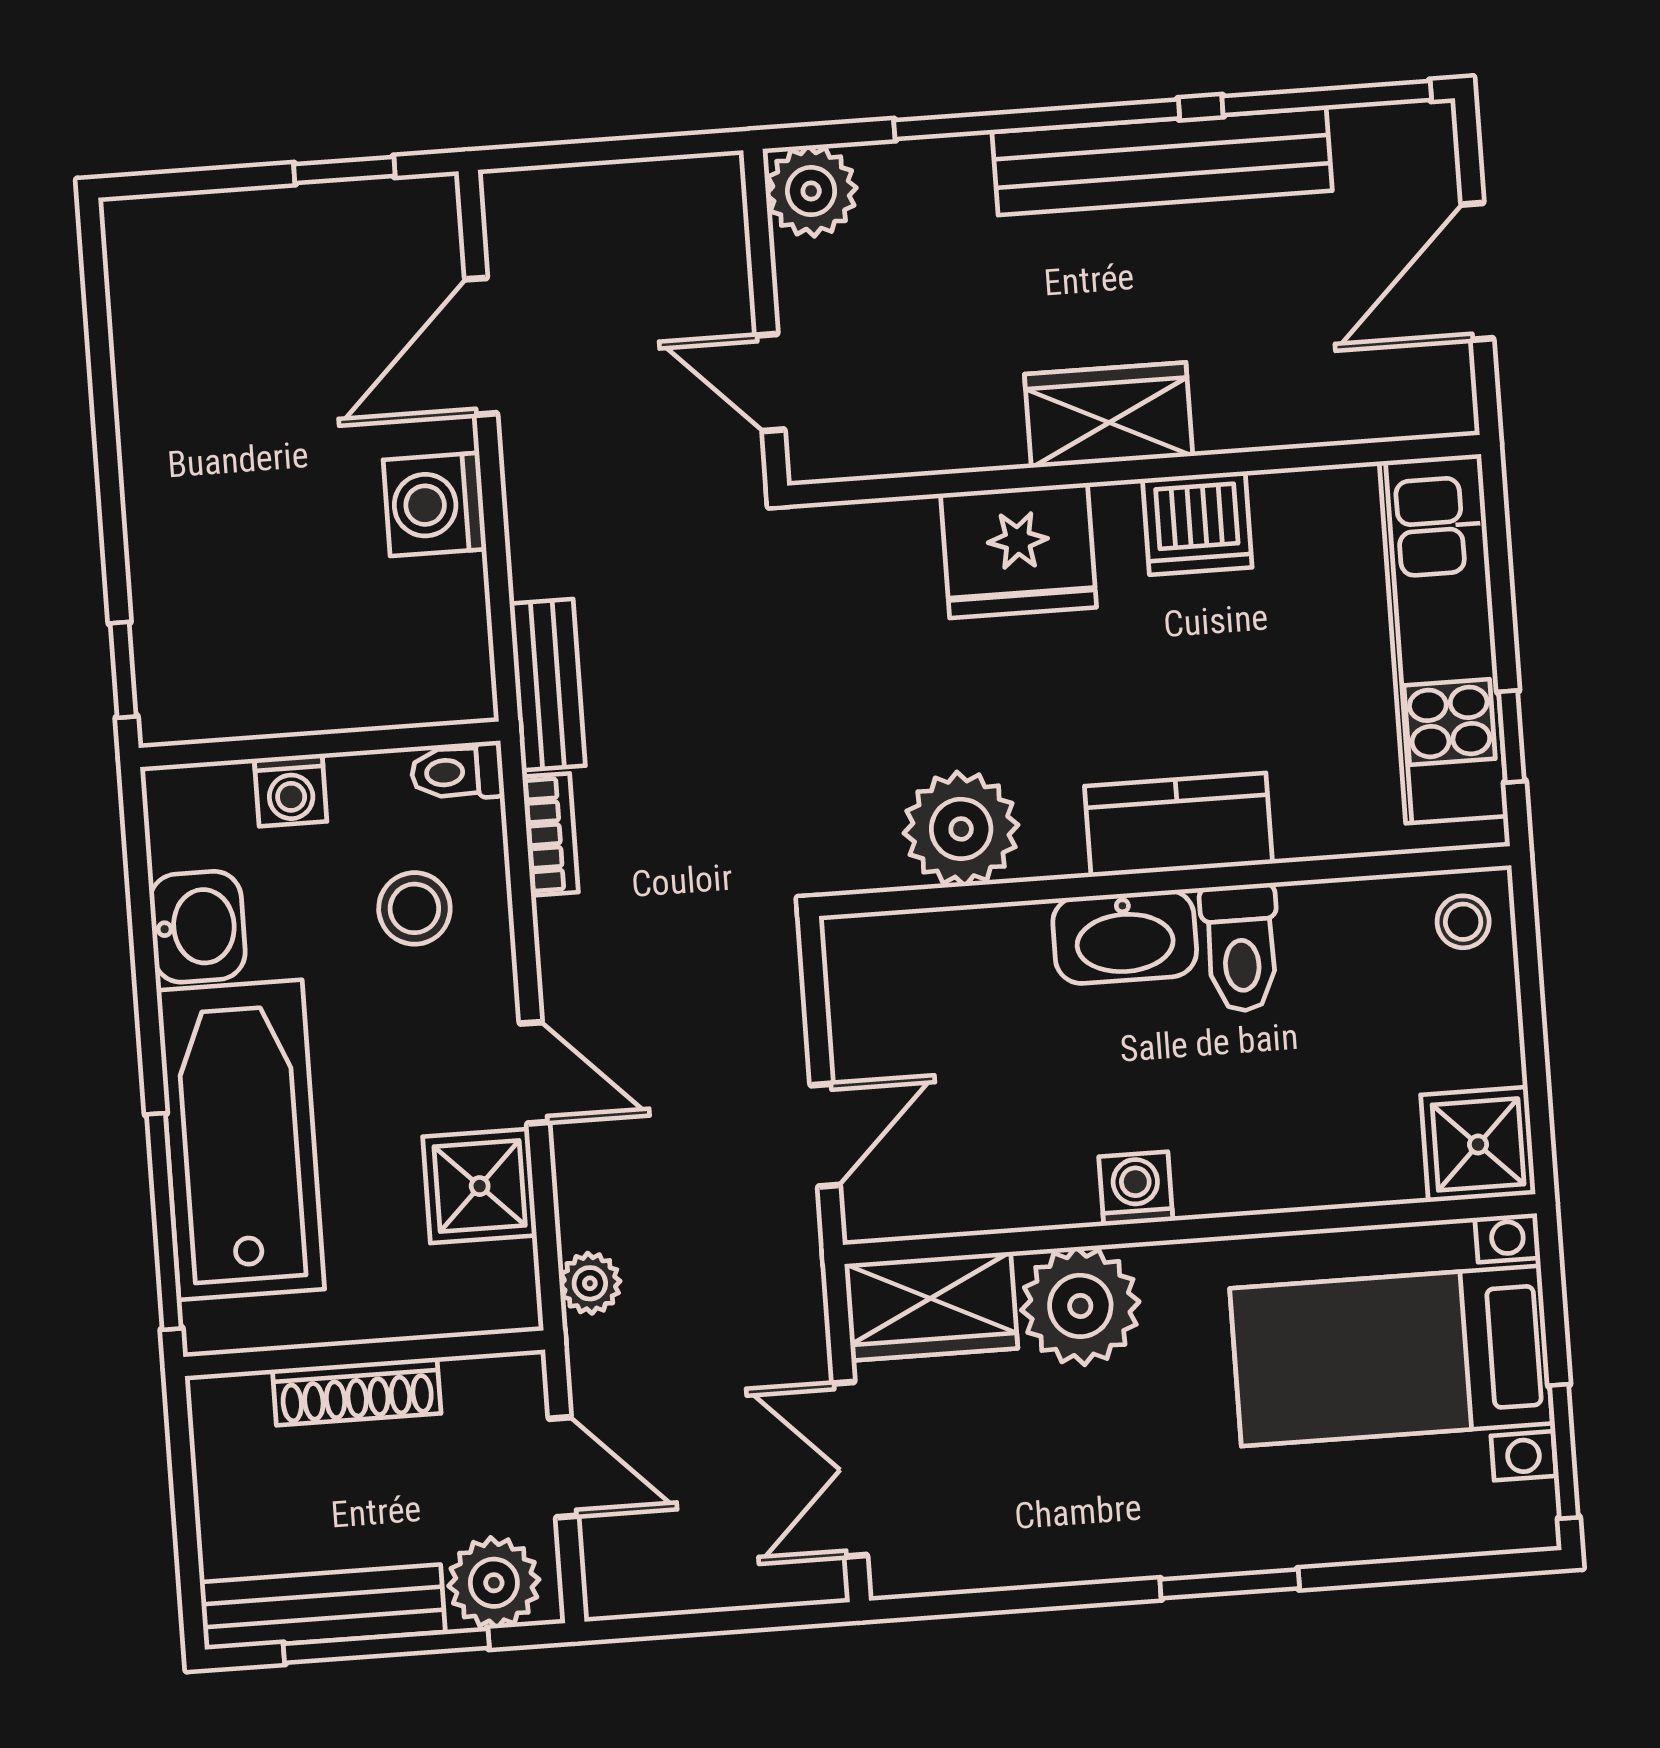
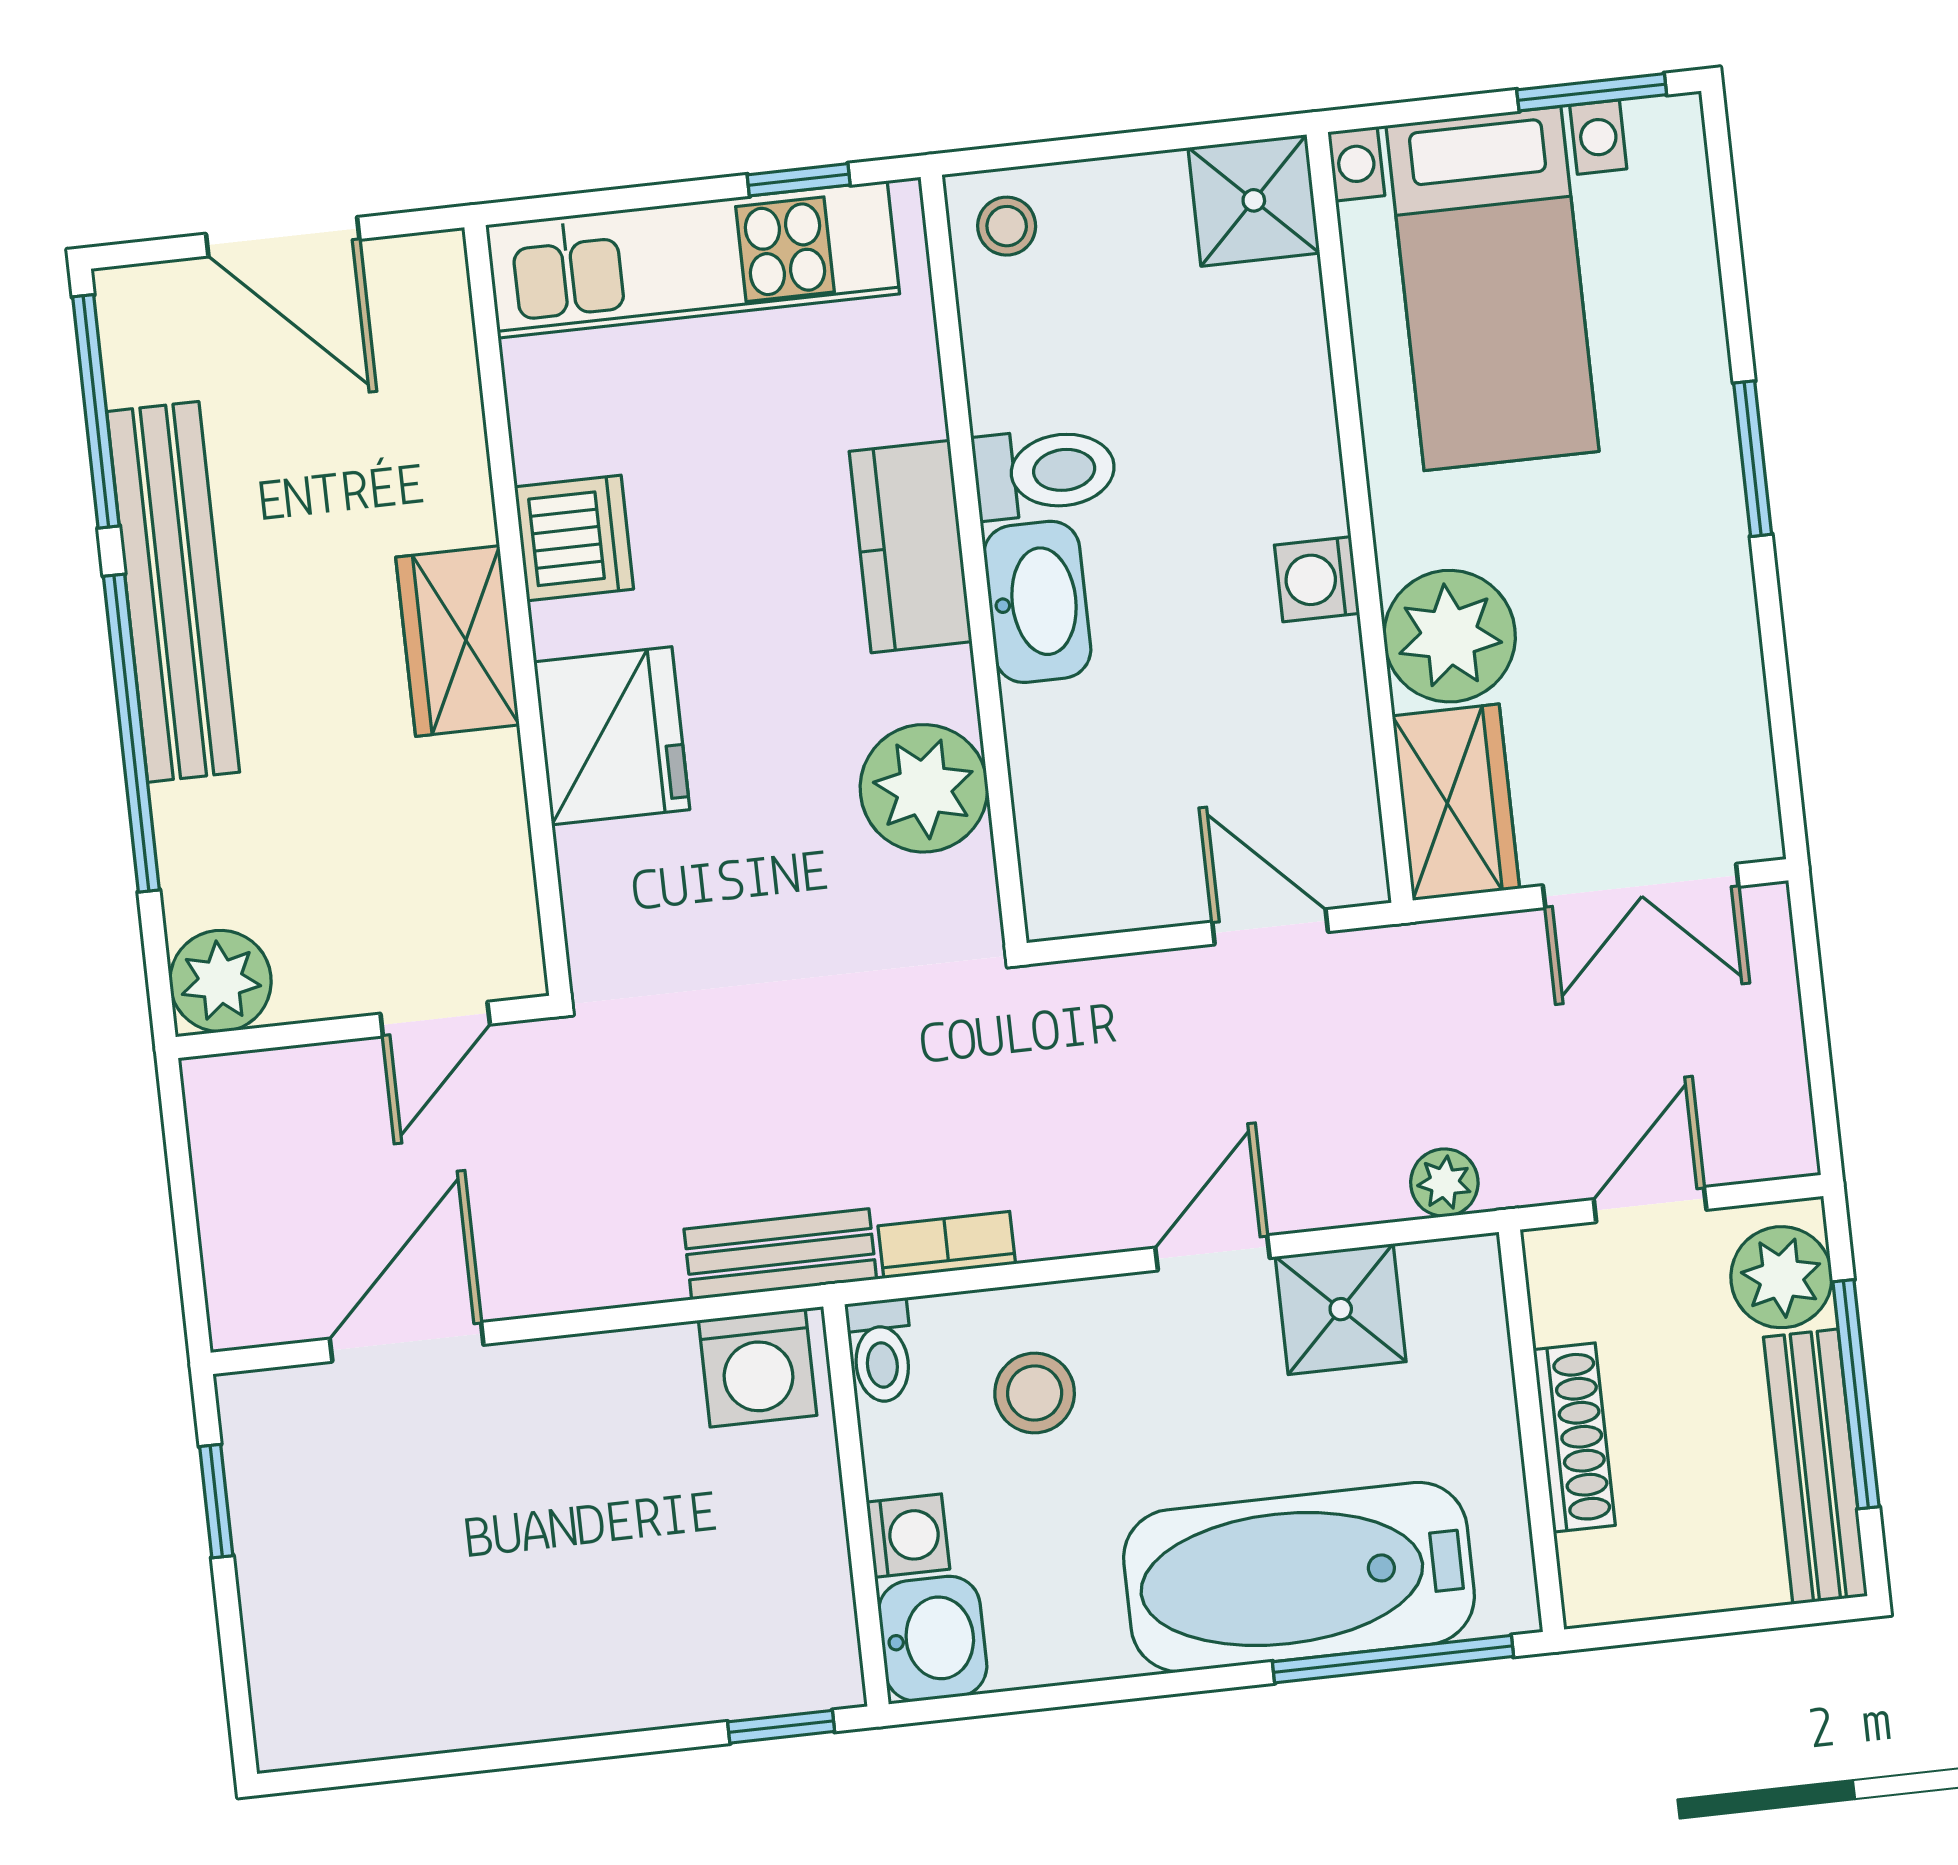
door: (481, 346) -> (407, 1342), swing flipped
washing machine: (435, 504) -> (758, 1368), moved
washbasin: (198, 927) -> (933, 1639), moved, turned 90

